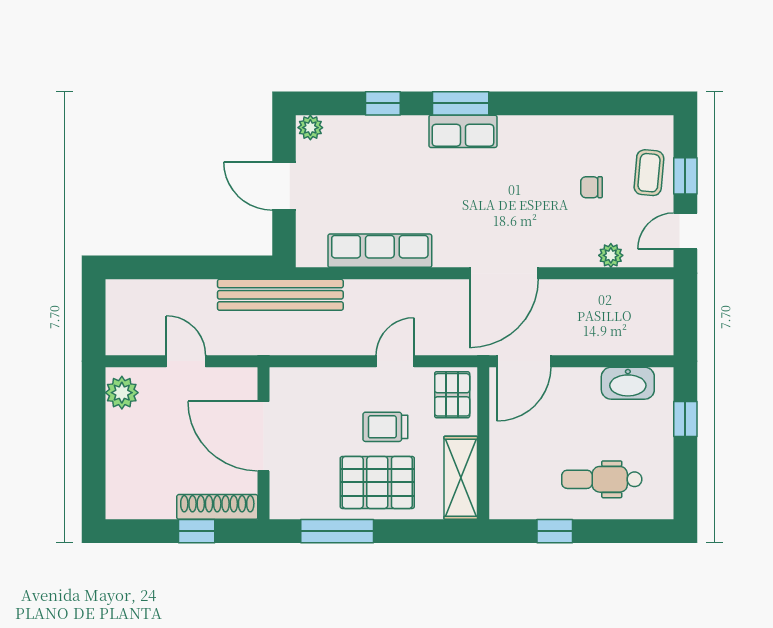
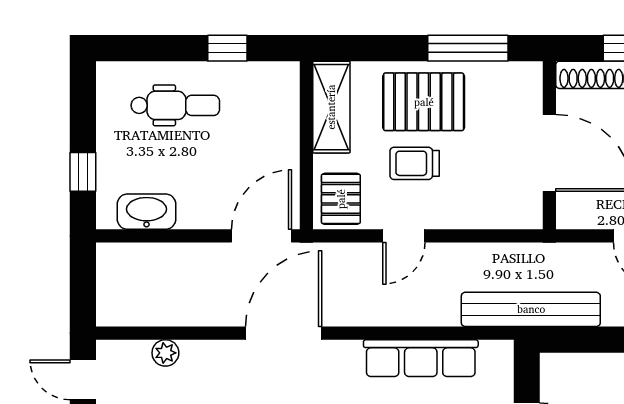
door: (685, 231) -> (83, 380), swing flipped
trolley: (385, 427) -> (415, 163), turned 180

